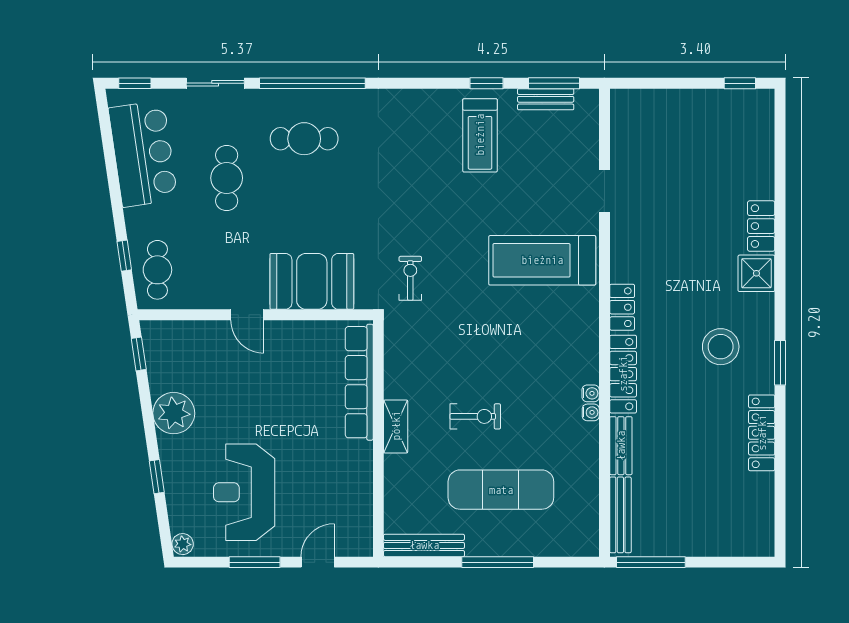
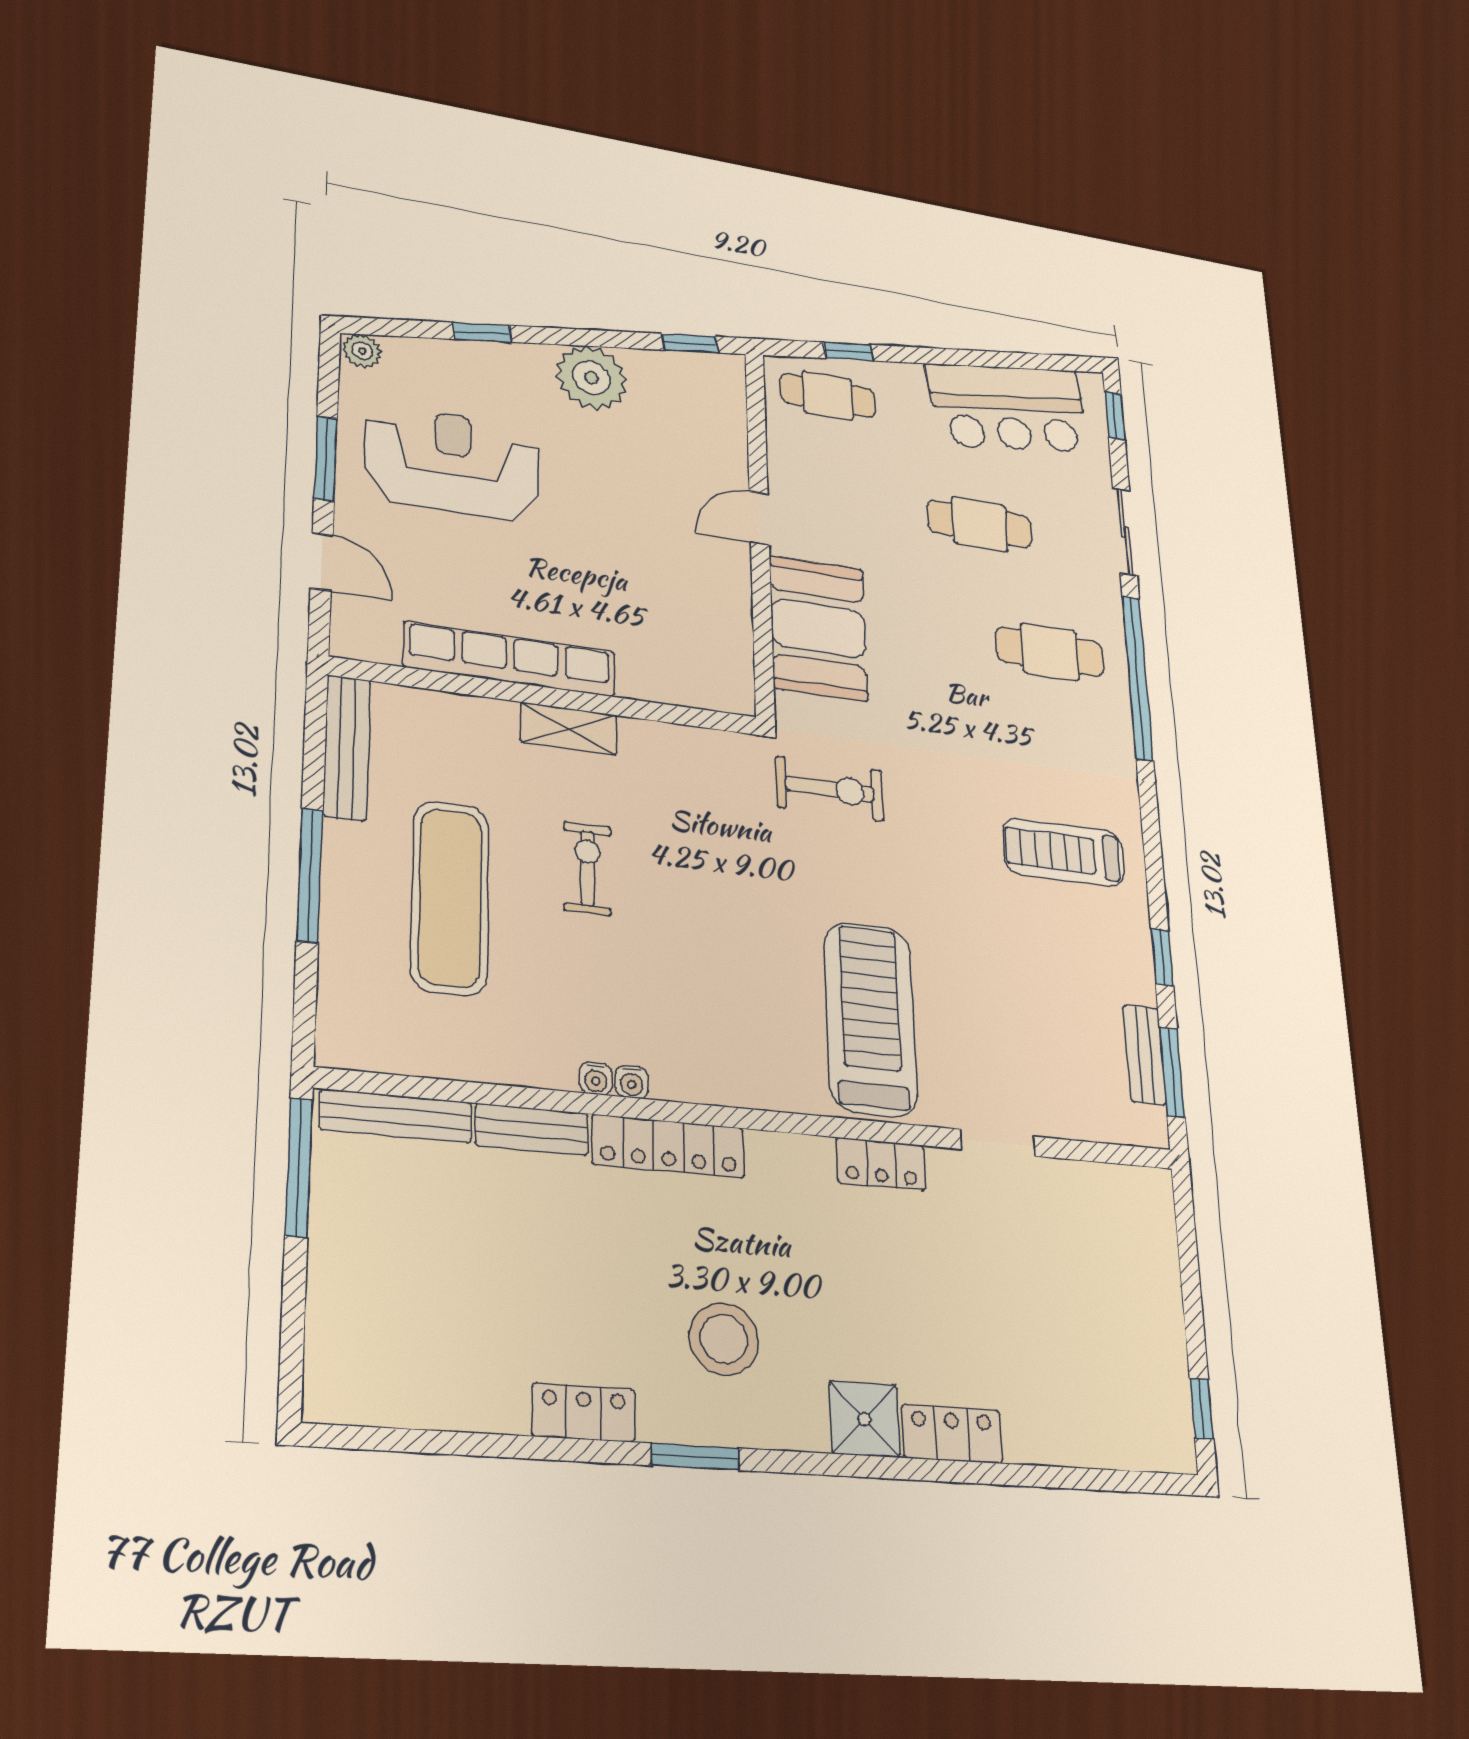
treadmill: (480, 135) -> (1064, 852), moved
cafe table: (304, 139) -> (1050, 652), turned 90
exercise bike: (410, 278) -> (830, 789), width x1.38, depth x1.39
locker: (622, 307) -> (881, 1164), moved
row of seats: (359, 382) -> (510, 659), moved
exercise bike: (475, 416) -> (587, 868), turned 180
locker: (762, 433) -> (584, 1413), width x0.66

